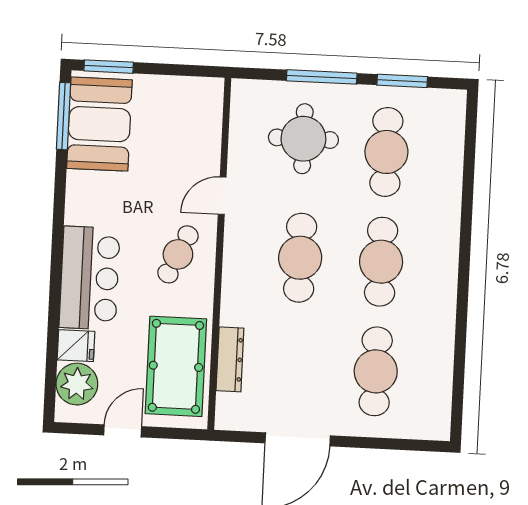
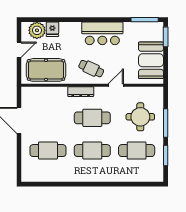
booth: (99, 124) -> (151, 60), moved, turned 90
door: (222, 196) -> (116, 85), hinge flipped
bar counter: (90, 278) -> (102, 33), moved
dresser: (230, 359) -> (81, 92), moved
door: (123, 431) -> (19, 50), hinge flipped

